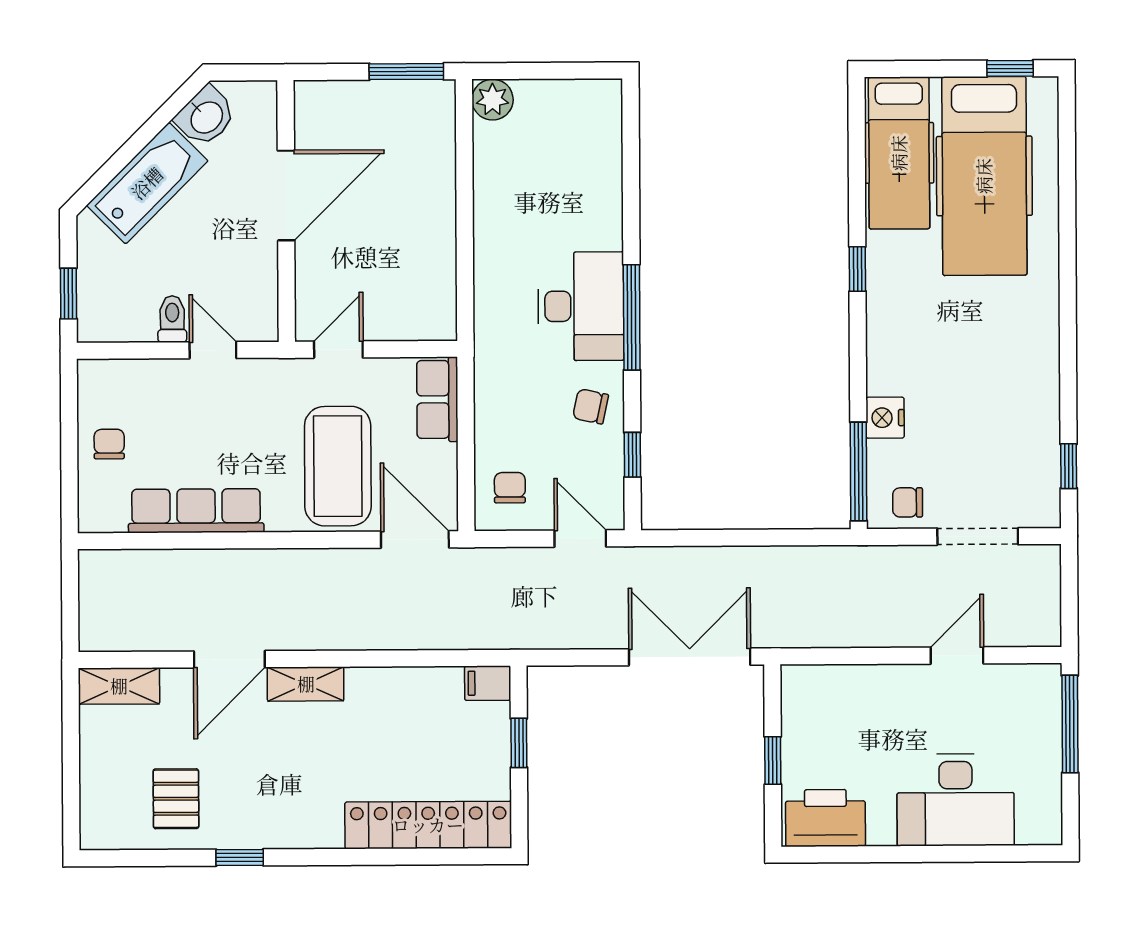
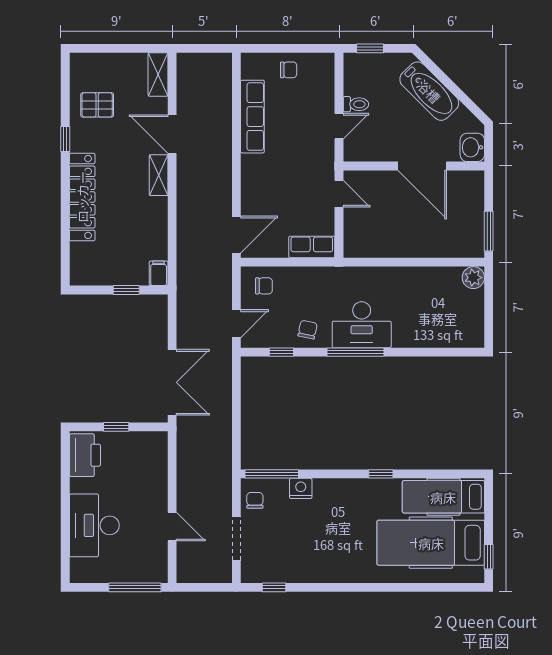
washbasin: (206, 117) -> (472, 147), moved, turned 45
coffee table: (338, 466) -> (276, 193), removed
locker: (428, 825) -> (82, 197), moved

